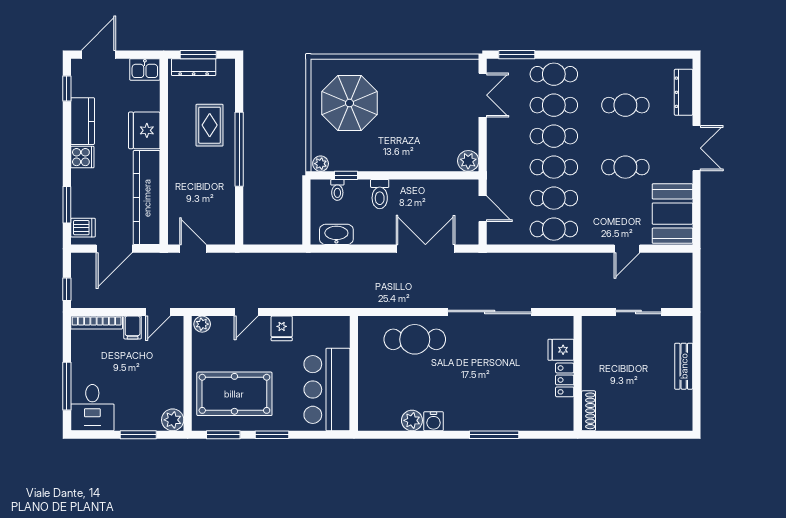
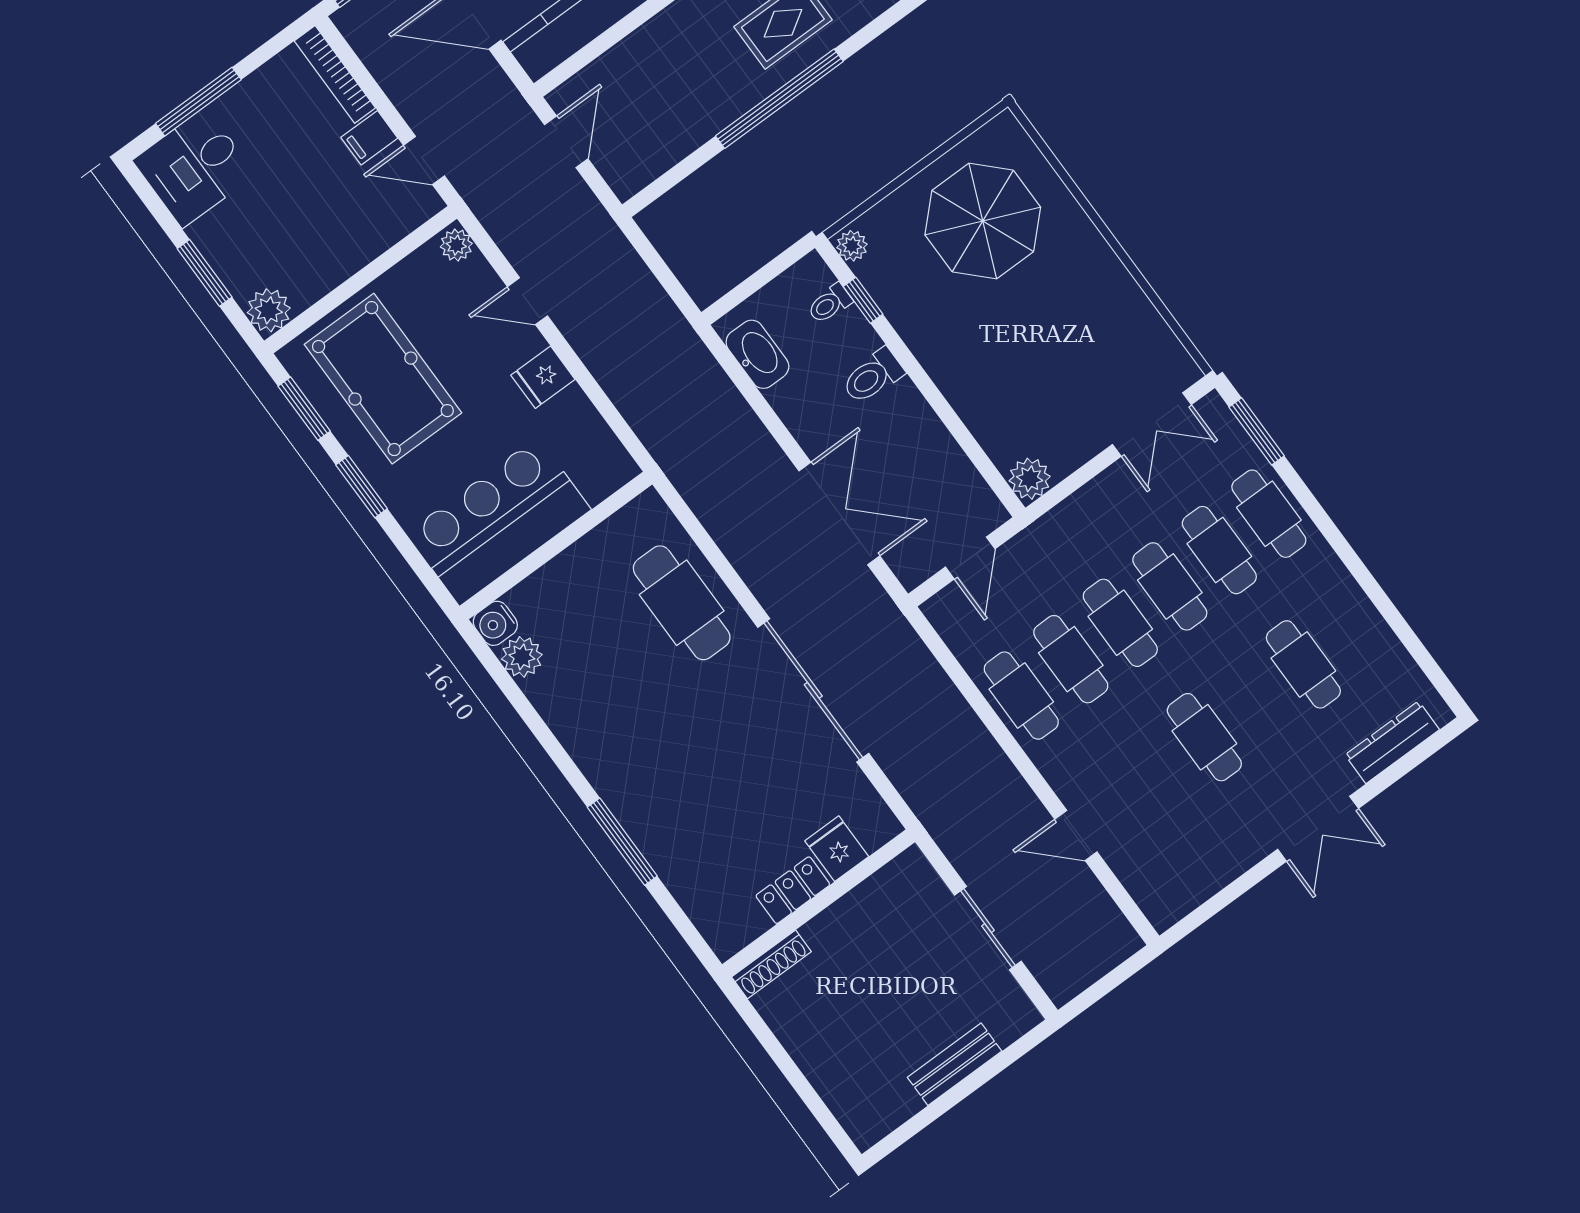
booth: (672, 214) -> (1185, 867), removed
plant: (412, 420) -> (522, 657), moved
water cooler: (434, 421) -> (495, 623), moved

